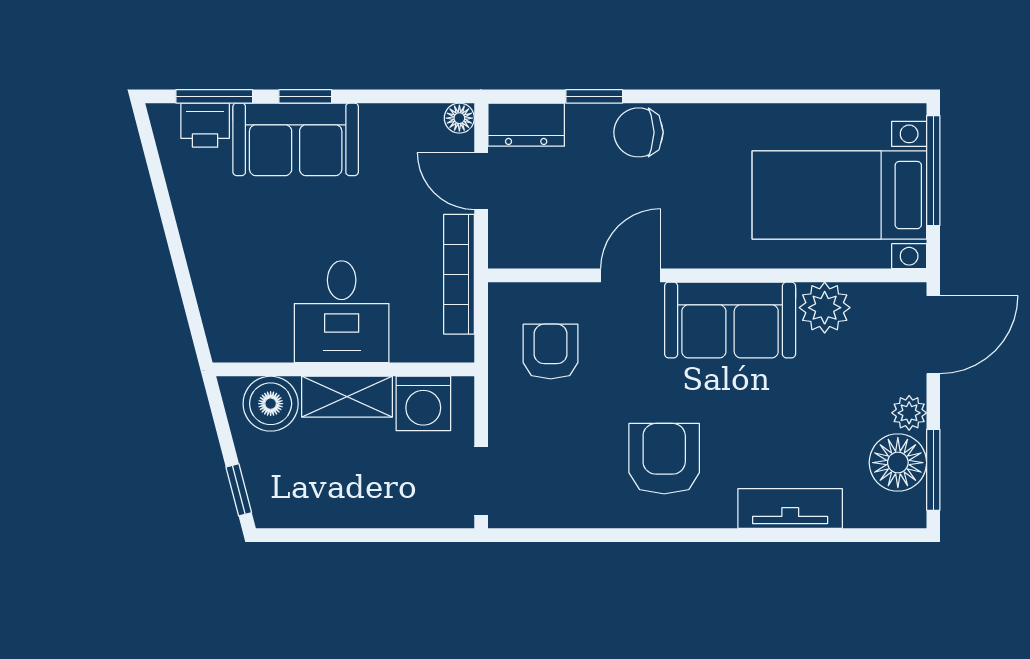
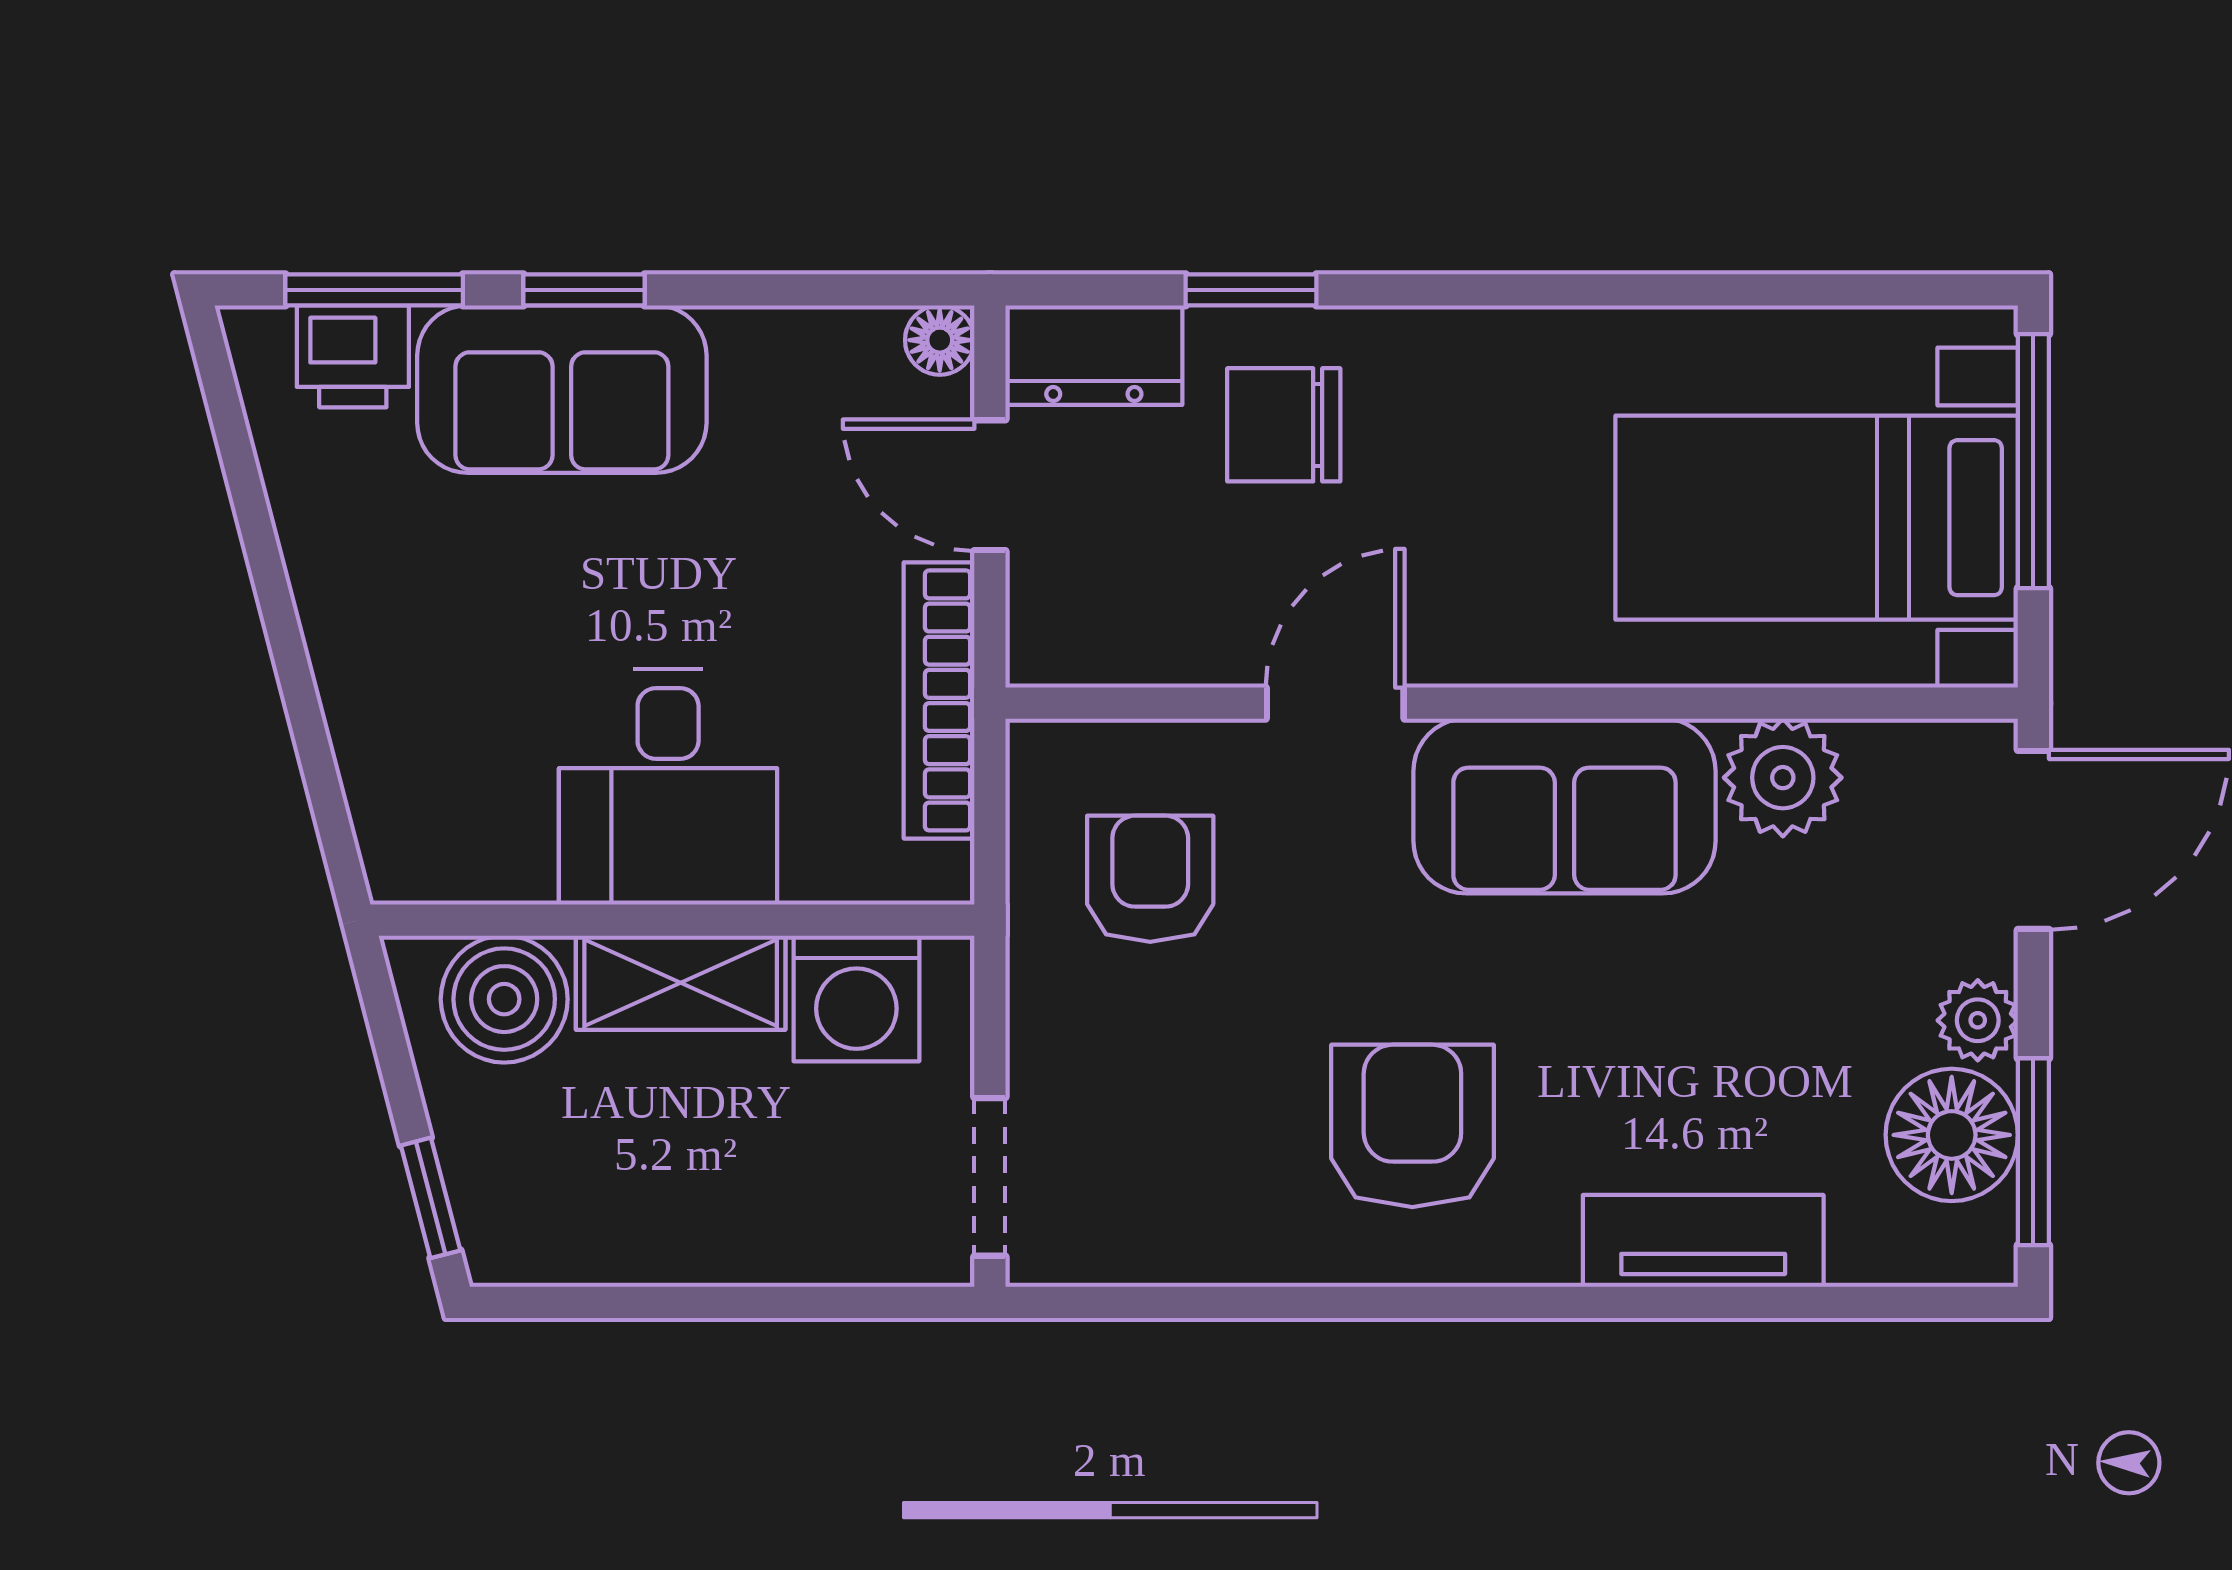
chair: (638, 132) -> (1284, 425), moved

